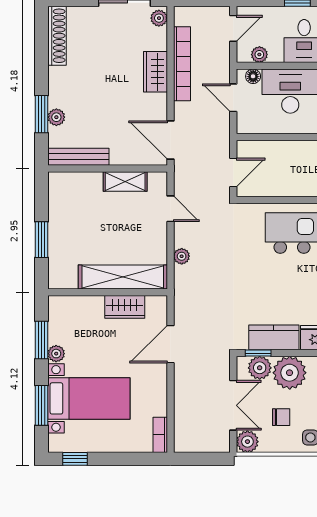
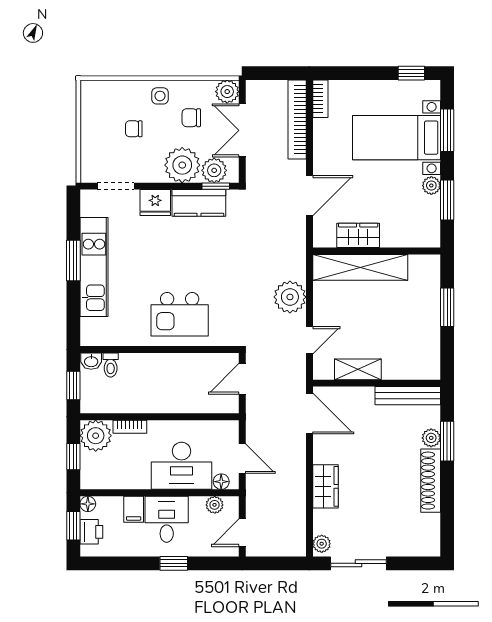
shoe rack: (57, 36) -> (431, 481), moved
bookcase: (182, 64) -> (297, 119), moved
door: (170, 209) -> (309, 340), swing flipped
plant: (182, 256) -> (290, 297), width x1.87, depth x1.87

